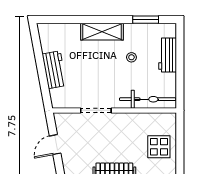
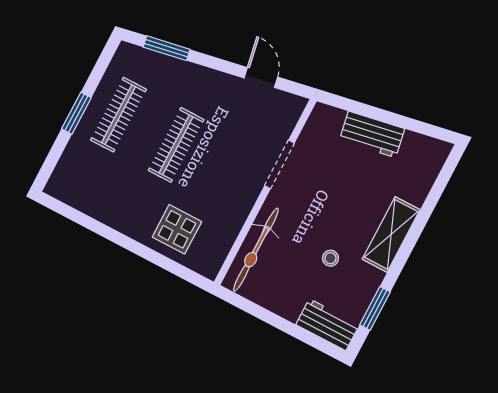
workbench: (168, 55) -> (328, 325), moved

